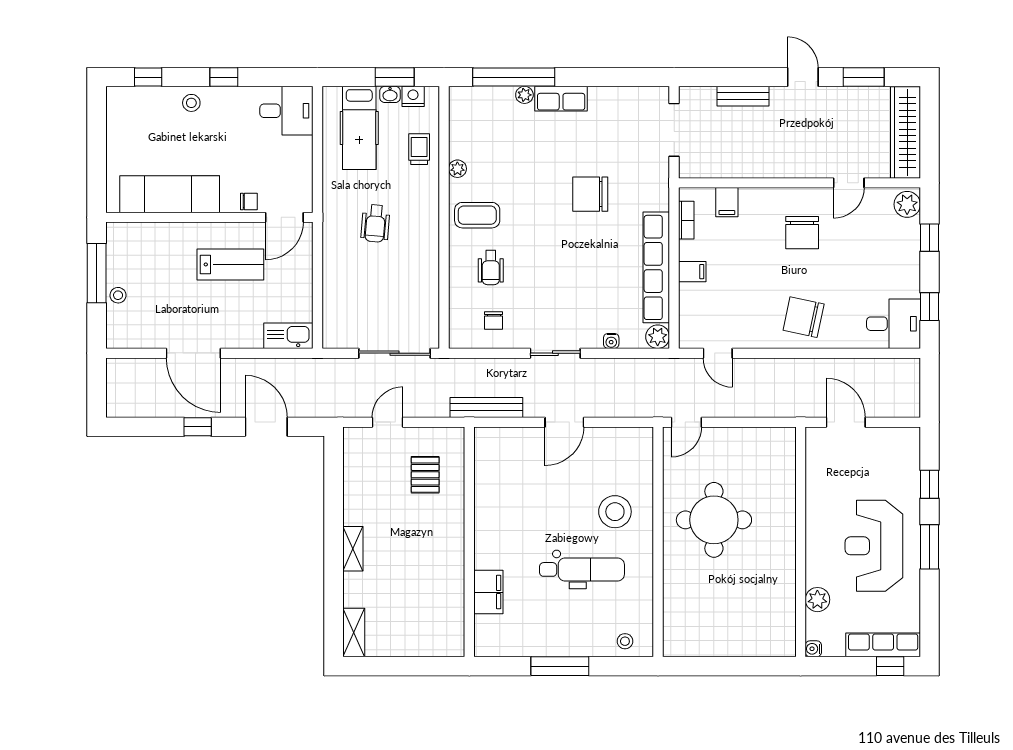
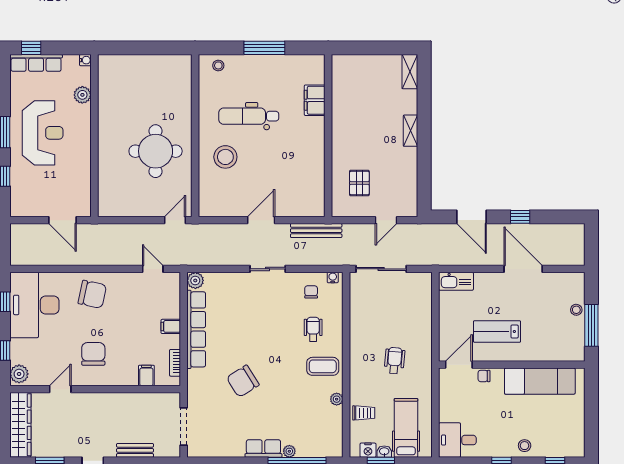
trolley: (419, 149) -> (364, 413), turned -90
chair: (590, 194) -> (243, 381), turned 148
desk: (894, 324) -> (34, 305), width x1.87, depth x1.30
water cooler: (611, 341) -> (333, 277), moved

